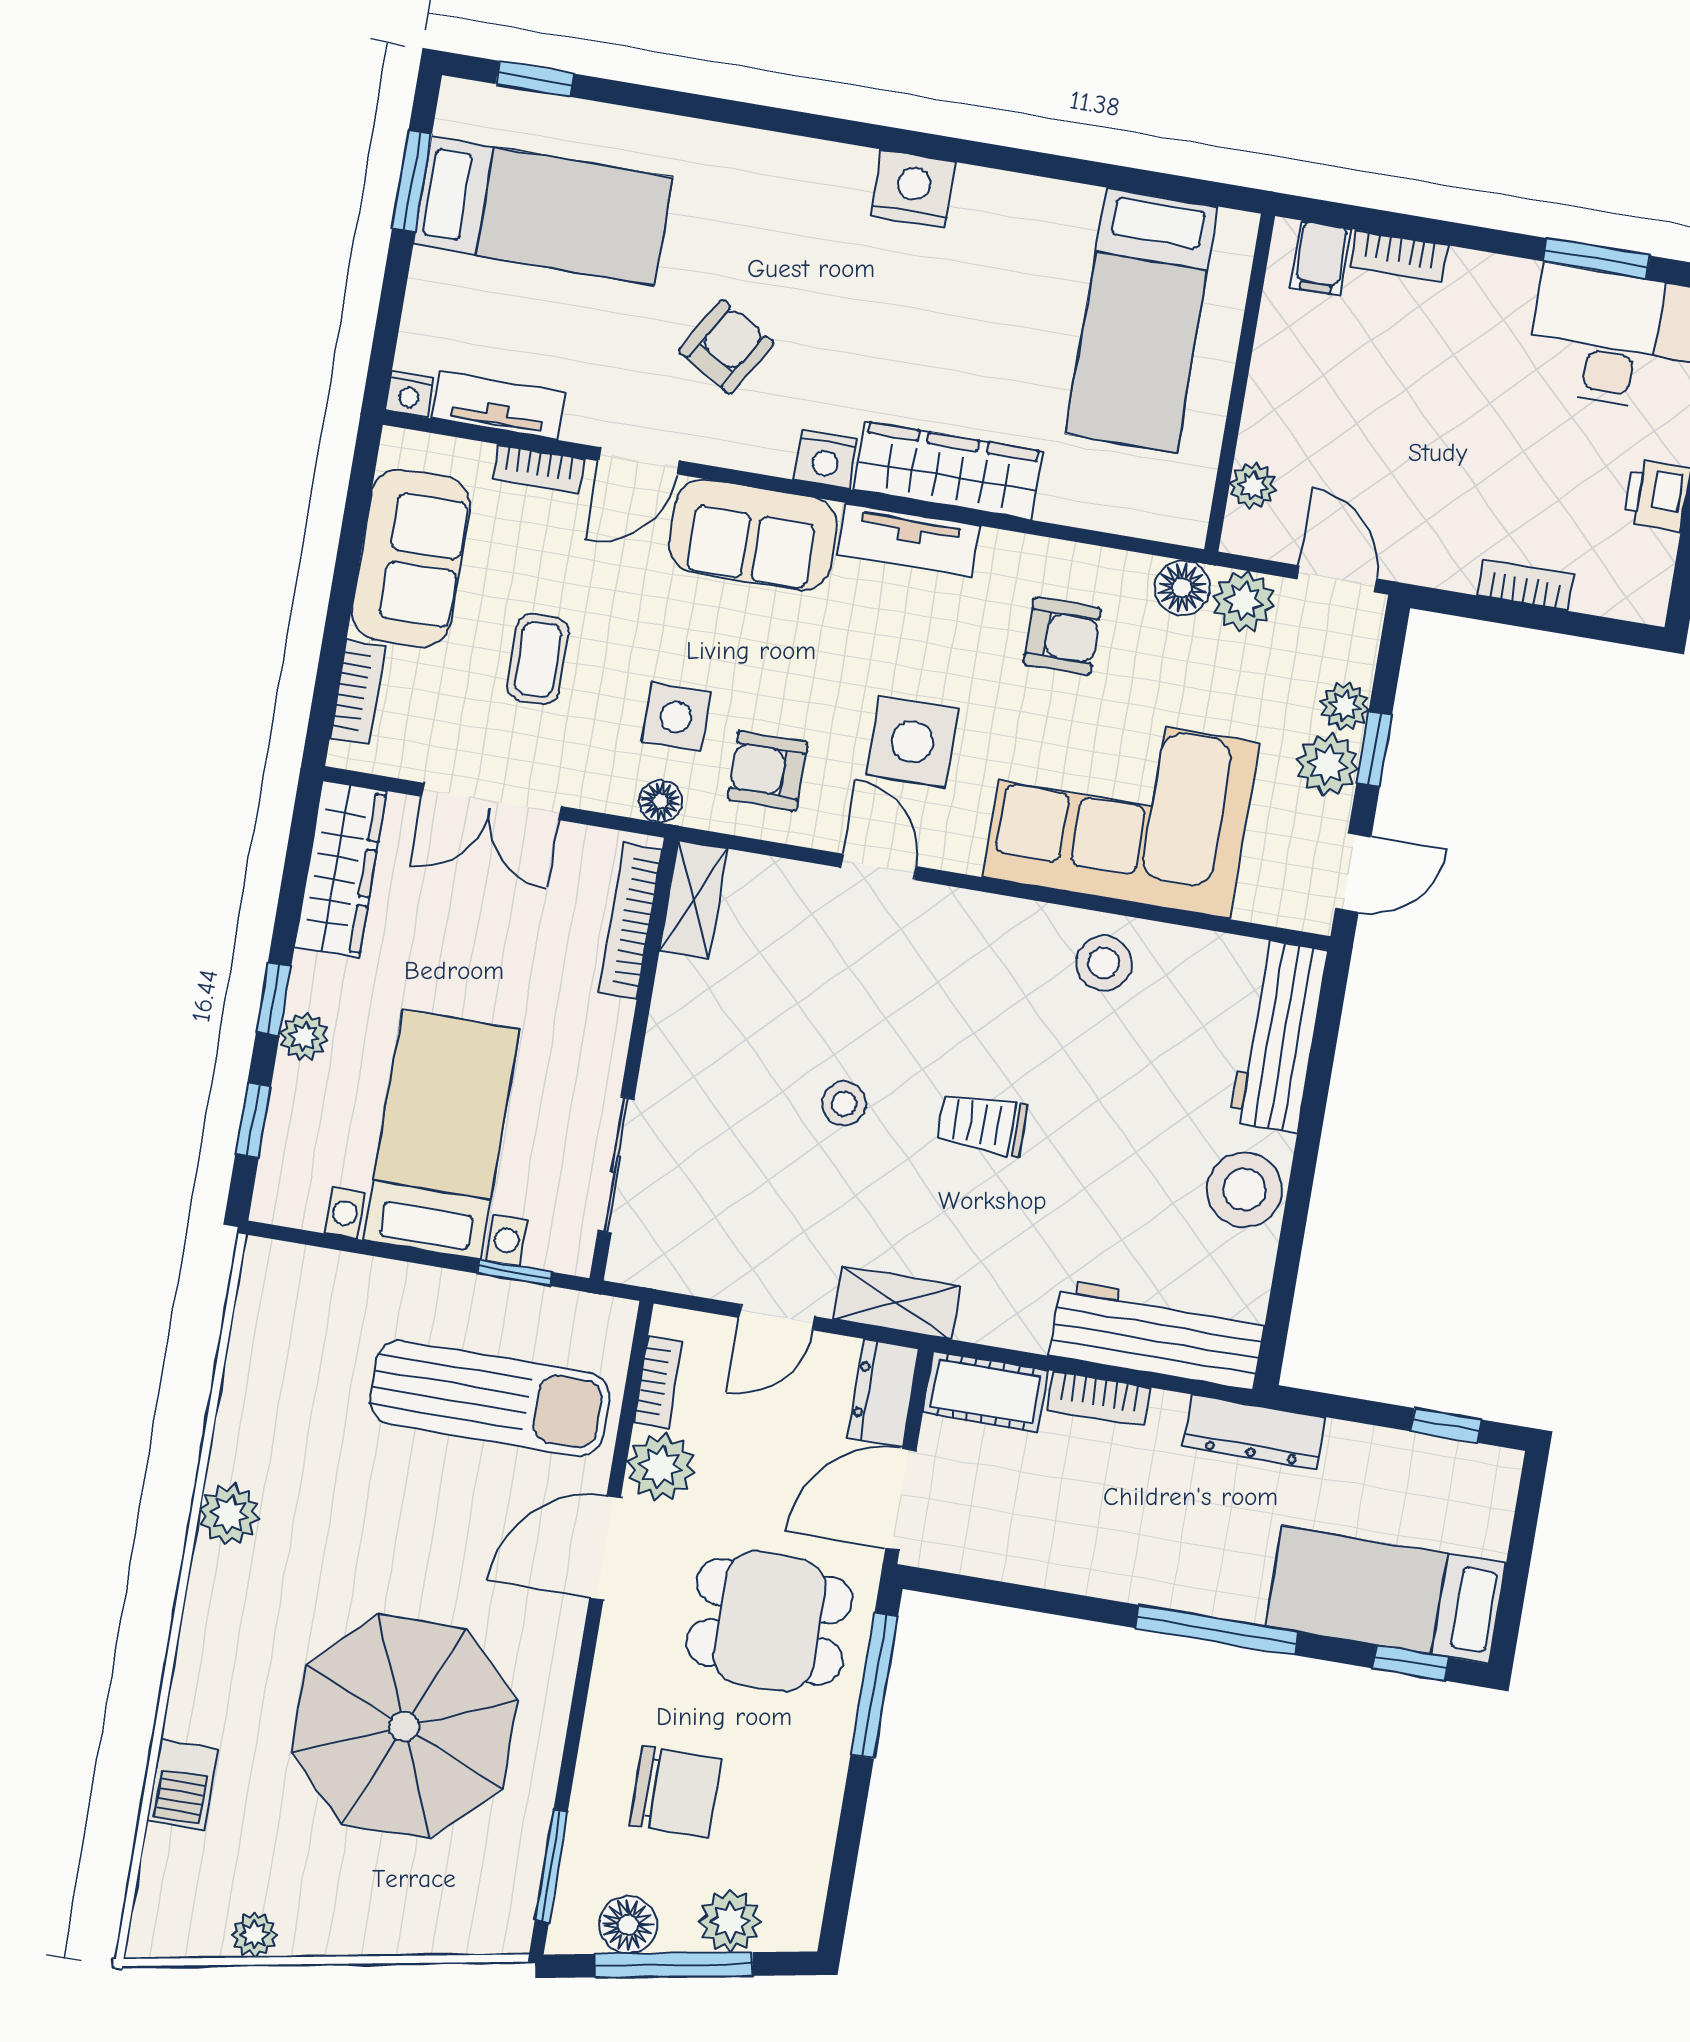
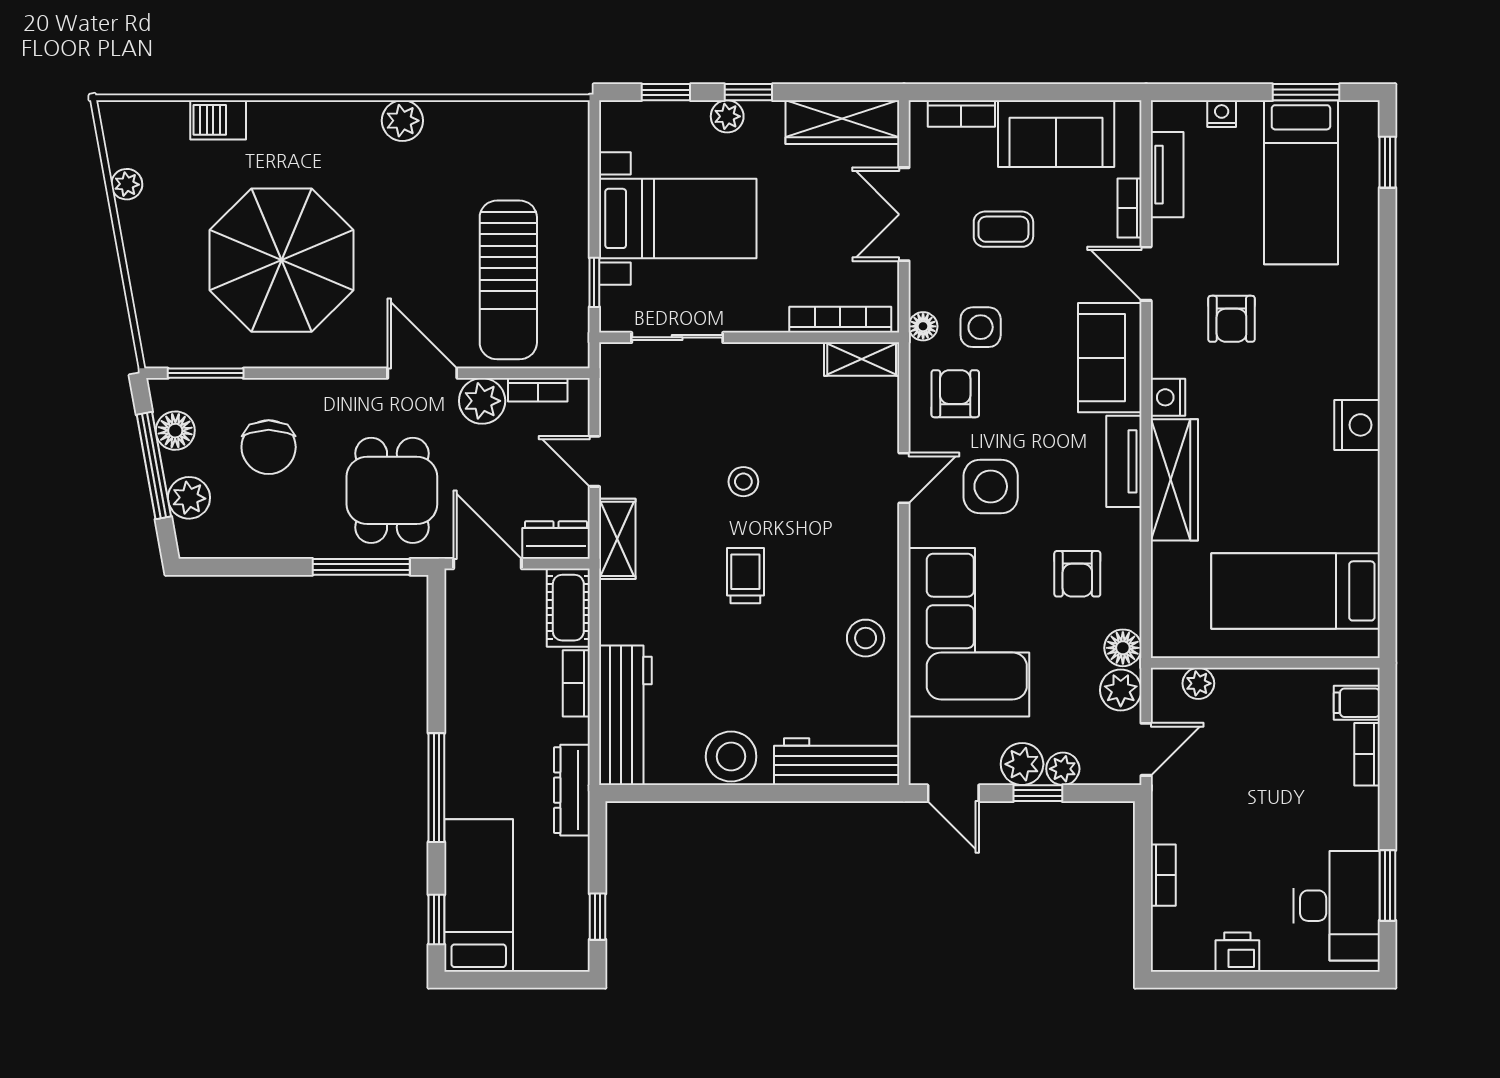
armchair: (726, 347) -> (1231, 319), turned 59
nightstand: (409, 394) -> (1222, 114), moved, turned 90

